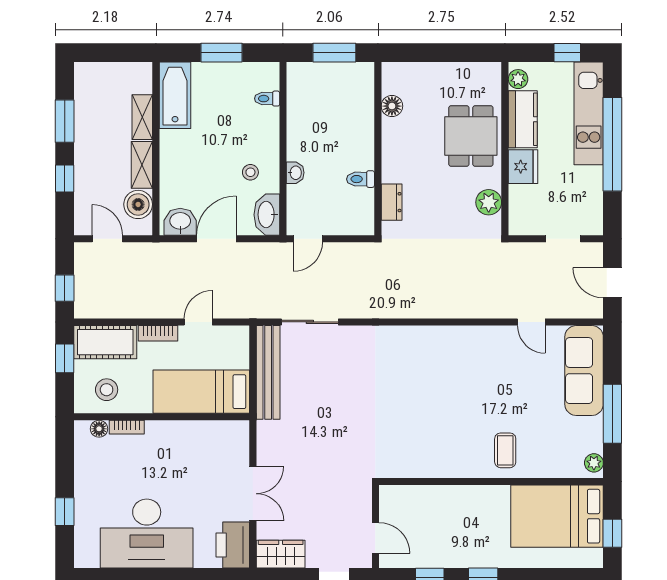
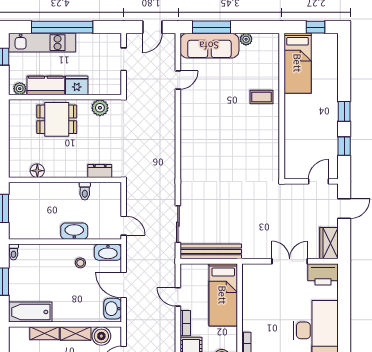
toilet: (267, 99) -> (13, 252), moved
washbasin: (295, 173) -> (74, 231), width x1.91, depth x1.45
window: (612, 414) -> (211, 27), moved
plant: (594, 463) -> (246, 39), moved
bed: (557, 516) -> (298, 63), width x0.67

